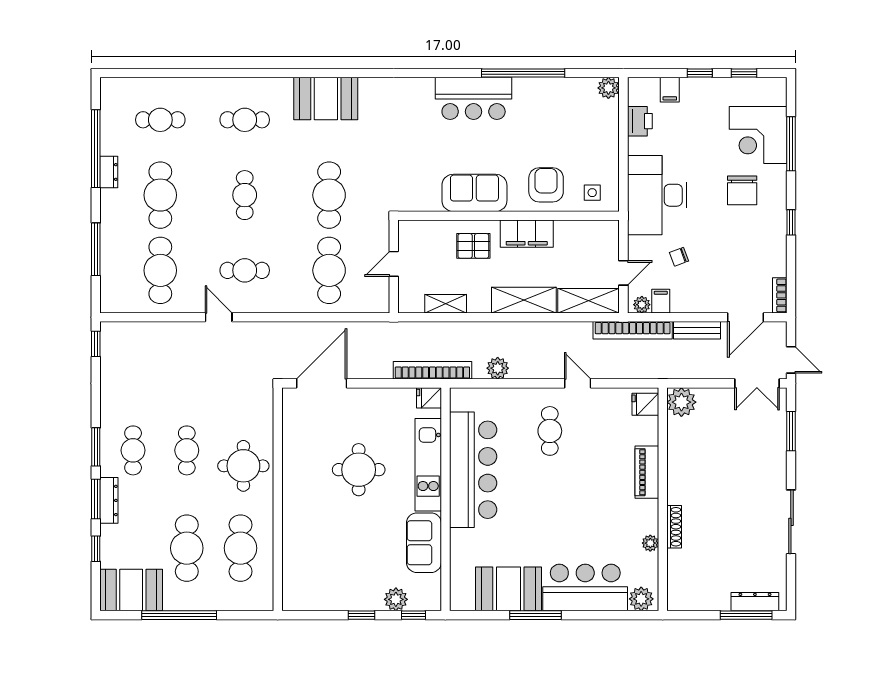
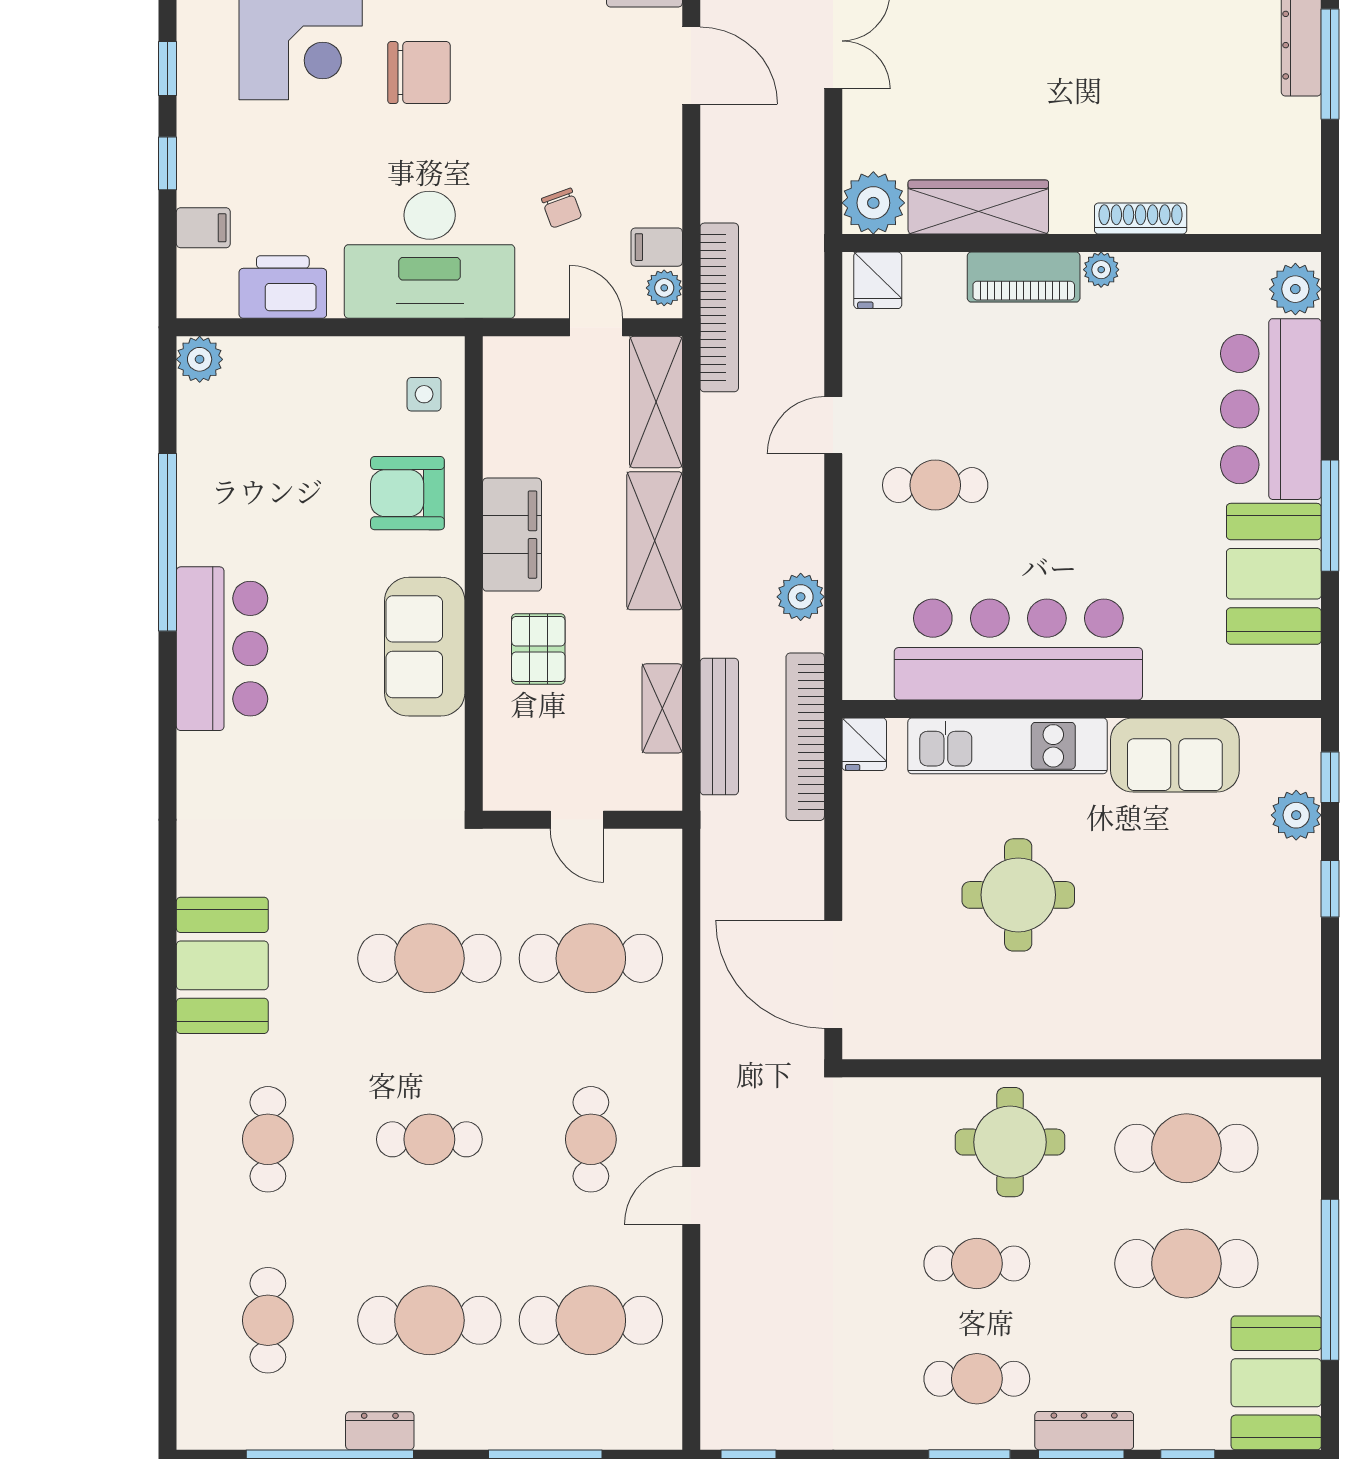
printer: (640, 121) -> (283, 287), width x1.37, depth x1.19
bench: (697, 330) -> (719, 727), moved, width x1.36
wardrobe: (679, 451) -> (978, 207), added
plant: (650, 543) -> (1101, 270), moved

